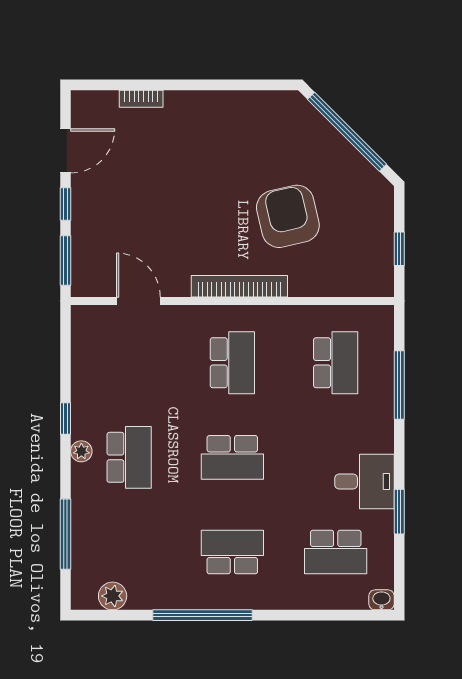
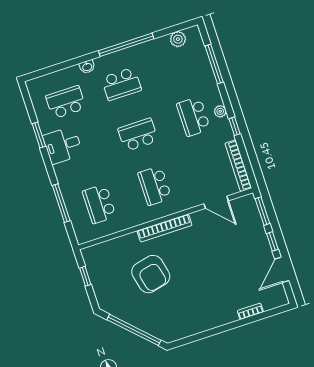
bookcase: (81, 350) -> (238, 166), added
washbasin: (381, 600) -> (87, 67), moved

